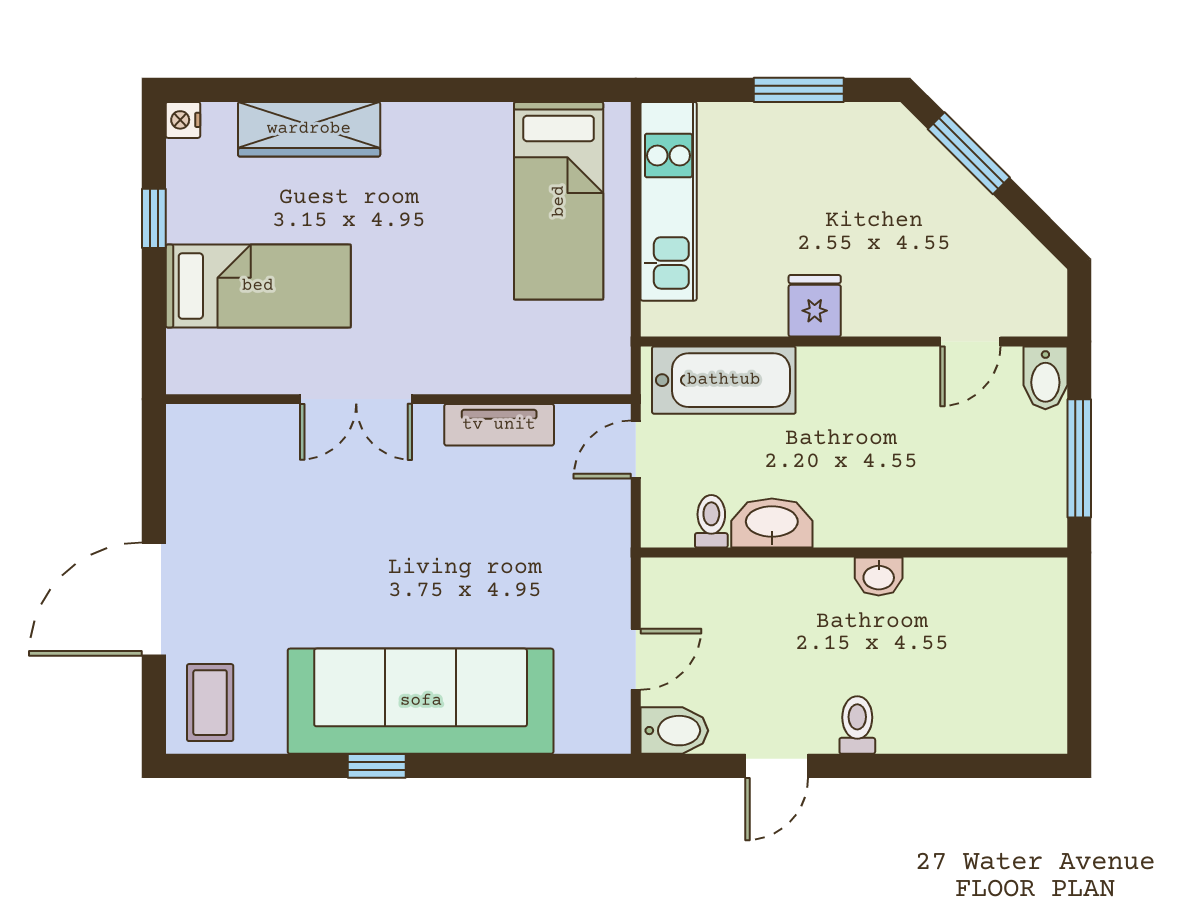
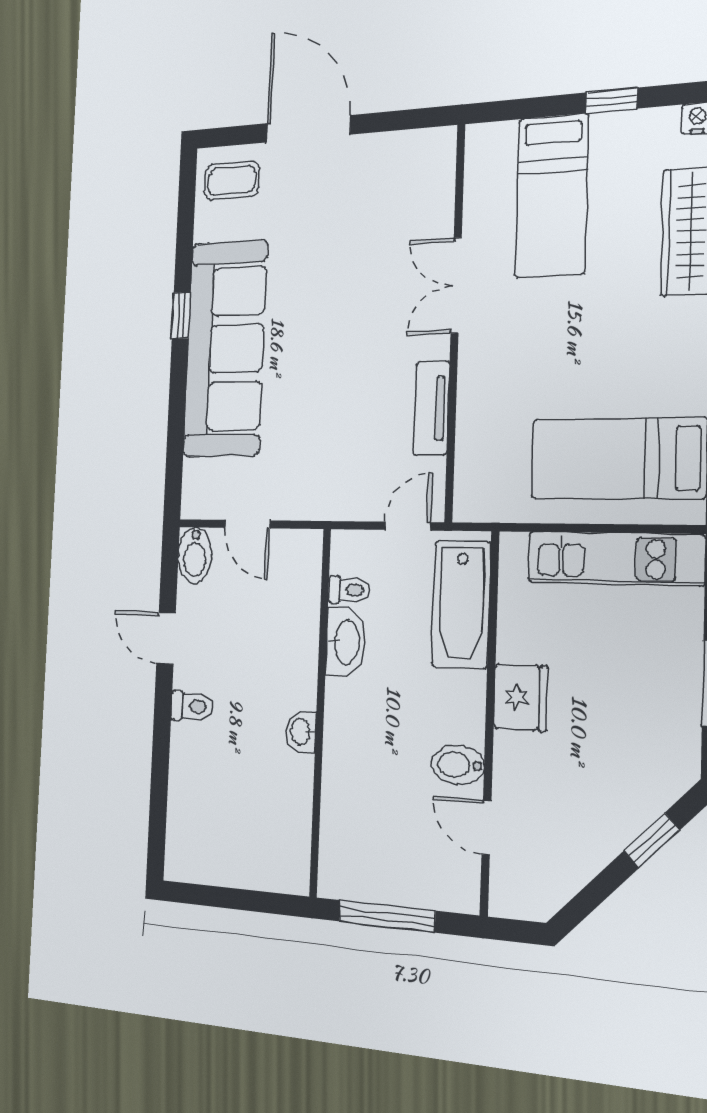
window: (969, 153) -> (652, 840), width x0.67
fridge: (815, 306) -> (521, 697), width x1.38
bidet: (1045, 378) -> (458, 765), moved
door: (636, 449) -> (408, 526), hinge flipped

